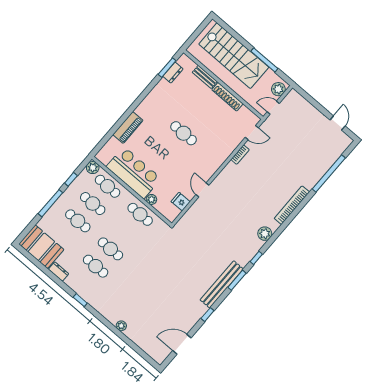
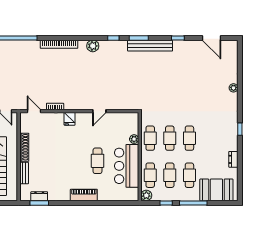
piano: (128, 127) -> (84, 195), moved
cafe table: (184, 133) -> (98, 161), moved
fridge: (181, 202) -> (70, 119), moved
booth: (41, 247) -> (216, 190), moved, turned 90
cafe table: (96, 266) -> (170, 138), moved

